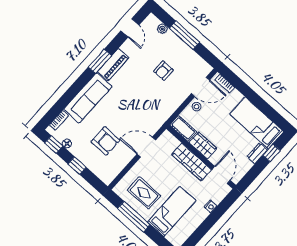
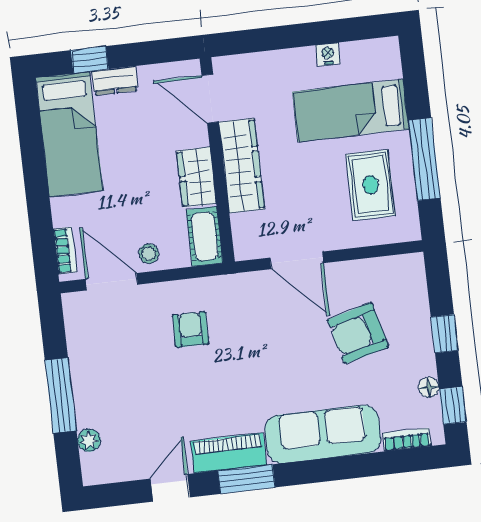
door: (130, 28) -> (170, 488), moved
armchair: (163, 71) -> (191, 329), moved, turned -90
armchair: (105, 141) -> (358, 333), turned -105
door: (221, 175) -> (210, 99), hinge flipped
nightstand: (210, 206) -> (328, 54), moved

